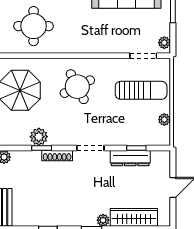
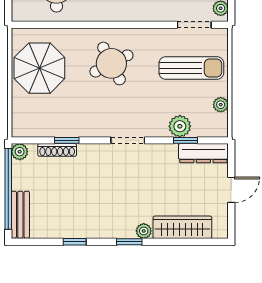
plant: (39, 137) -> (180, 126), moved
shoe rack: (57, 156) -> (57, 150), moved
dresser: (130, 158) -> (203, 153), moved

